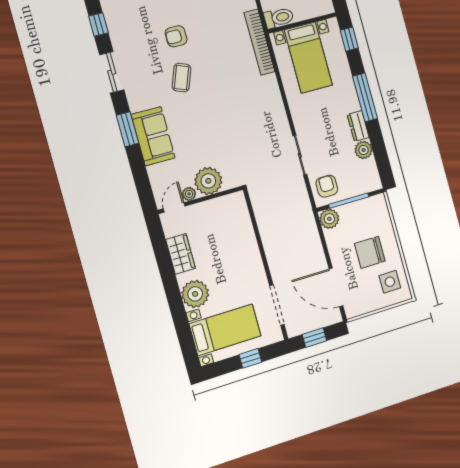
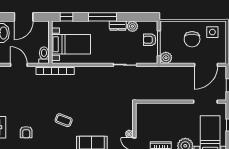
armchair: (176, 36) -> (26, 132), moved
plant: (208, 181) -> (125, 121), removed
armchair: (327, 186) -> (150, 40), moved

